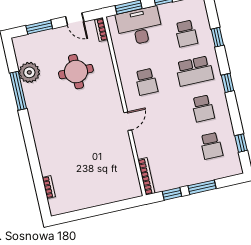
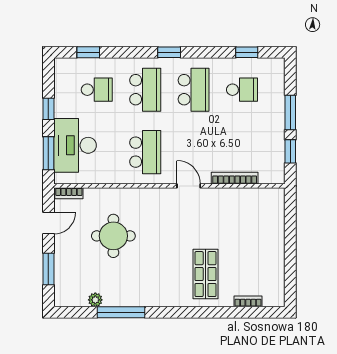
window: (217, 37) -> (88, 52), moved
plant: (29, 72) -> (95, 300), width x0.53, depth x0.53
school desk: (146, 82) -> (145, 152), width x1.85
school desk: (203, 108) -> (194, 90), width x1.85
shop shelf: (62, 149) -> (206, 274), added
bookcase: (146, 176) -> (235, 178), moved

